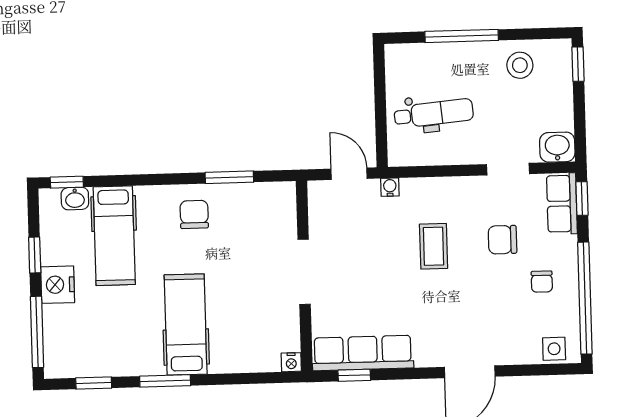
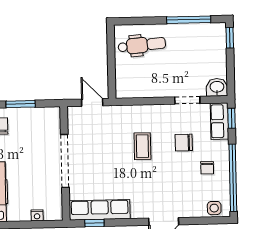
window: (462, 36) -> (189, 20), moved
stool: (520, 65) -> (195, 38), removed
dental chair: (434, 113) -> (142, 45), moved
water cooler: (390, 187) -> (117, 111), removed
doorway: (304, 272) -> (65, 161), width x1.36
nightstand: (291, 362) -> (37, 215), moved

